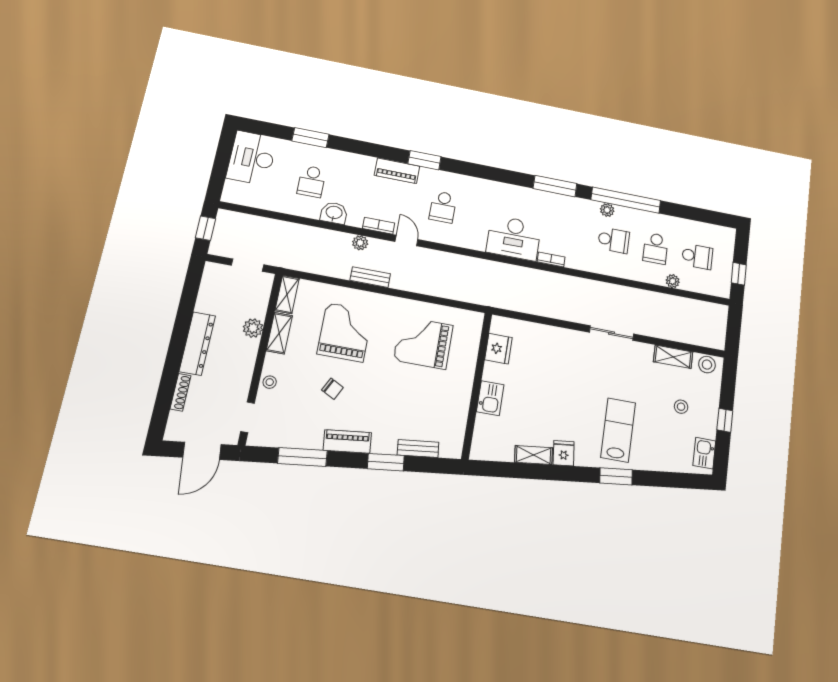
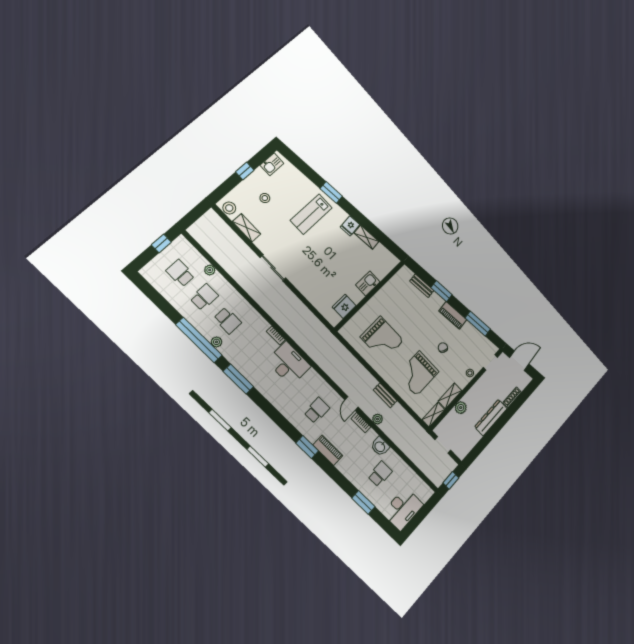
school desk: (614, 240) -> (227, 320), turned 180

